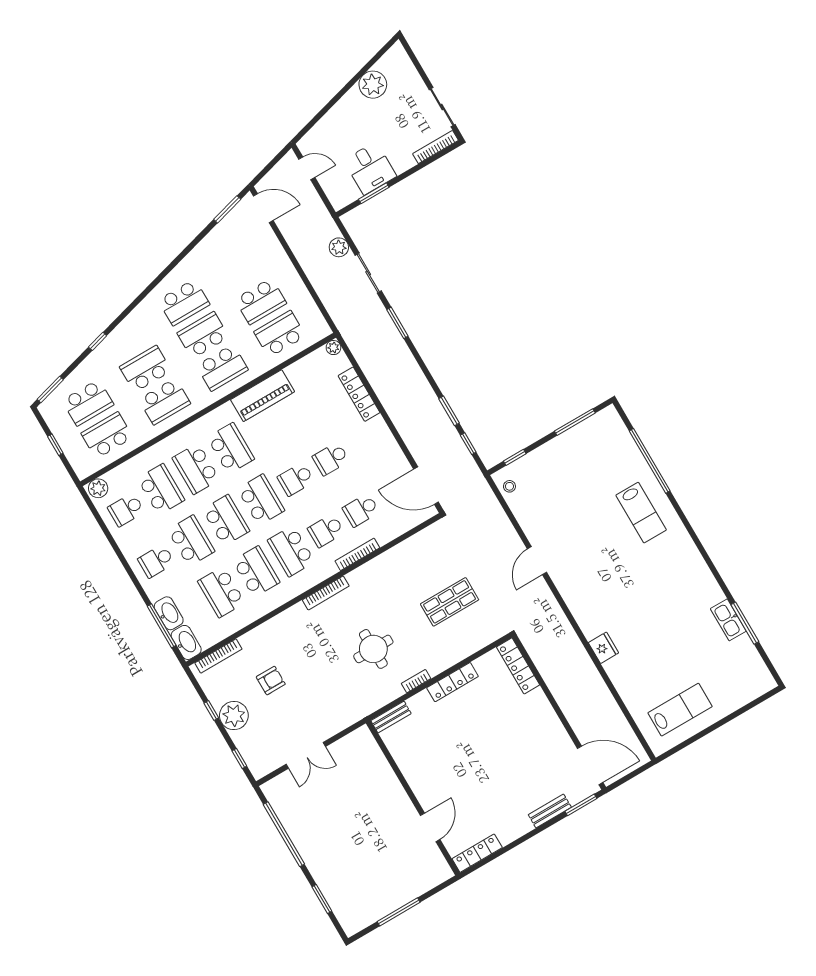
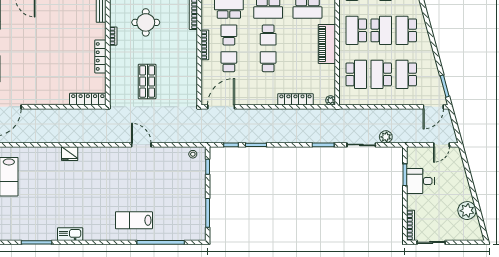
school desk: (241, 269) -> (406, 74), added
school desk: (296, 479) -> (268, 35), turned 180
kitchen sink: (728, 620) -> (70, 234), moved

